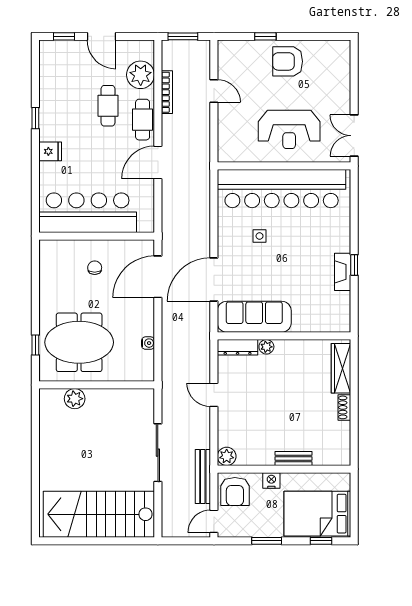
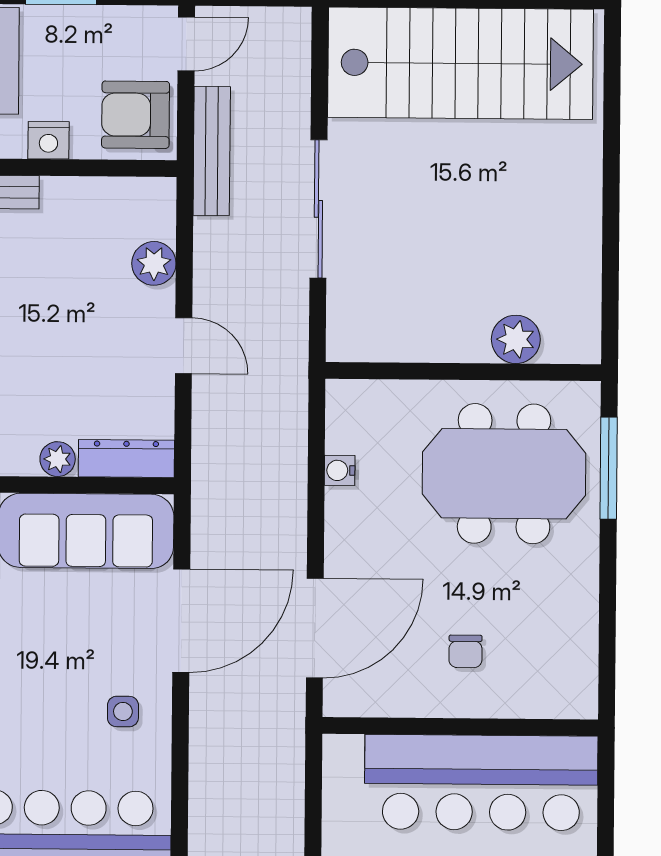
side table: (260, 236) -> (123, 711), moved
window: (35, 345) -> (609, 468), width x2.17
plant: (227, 456) -> (154, 263), moved
armchair: (235, 491) -> (136, 115), turned -90

